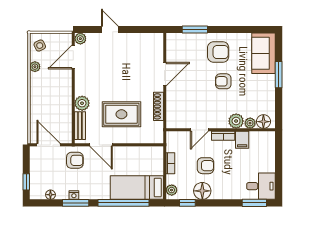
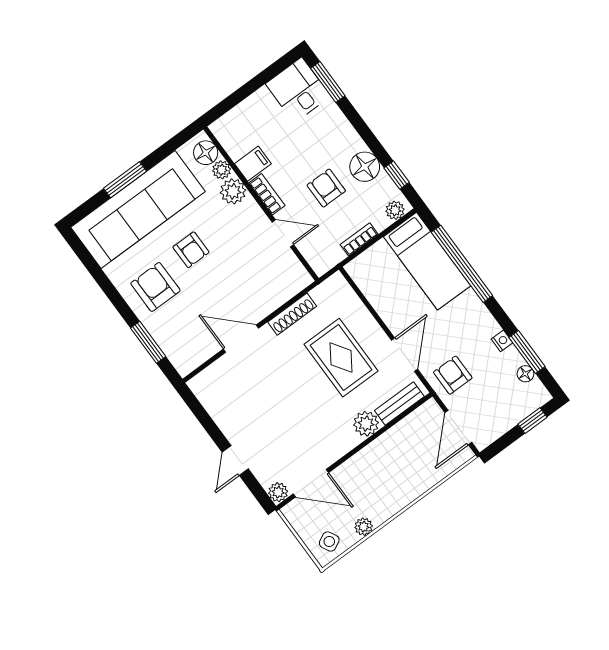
sofa: (263, 53) -> (138, 209), width x1.85, depth x1.27
window: (76, 203) -> (527, 352), moved

